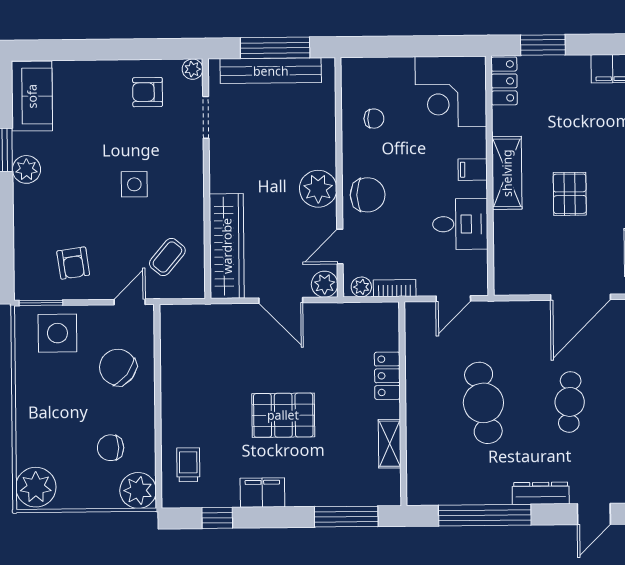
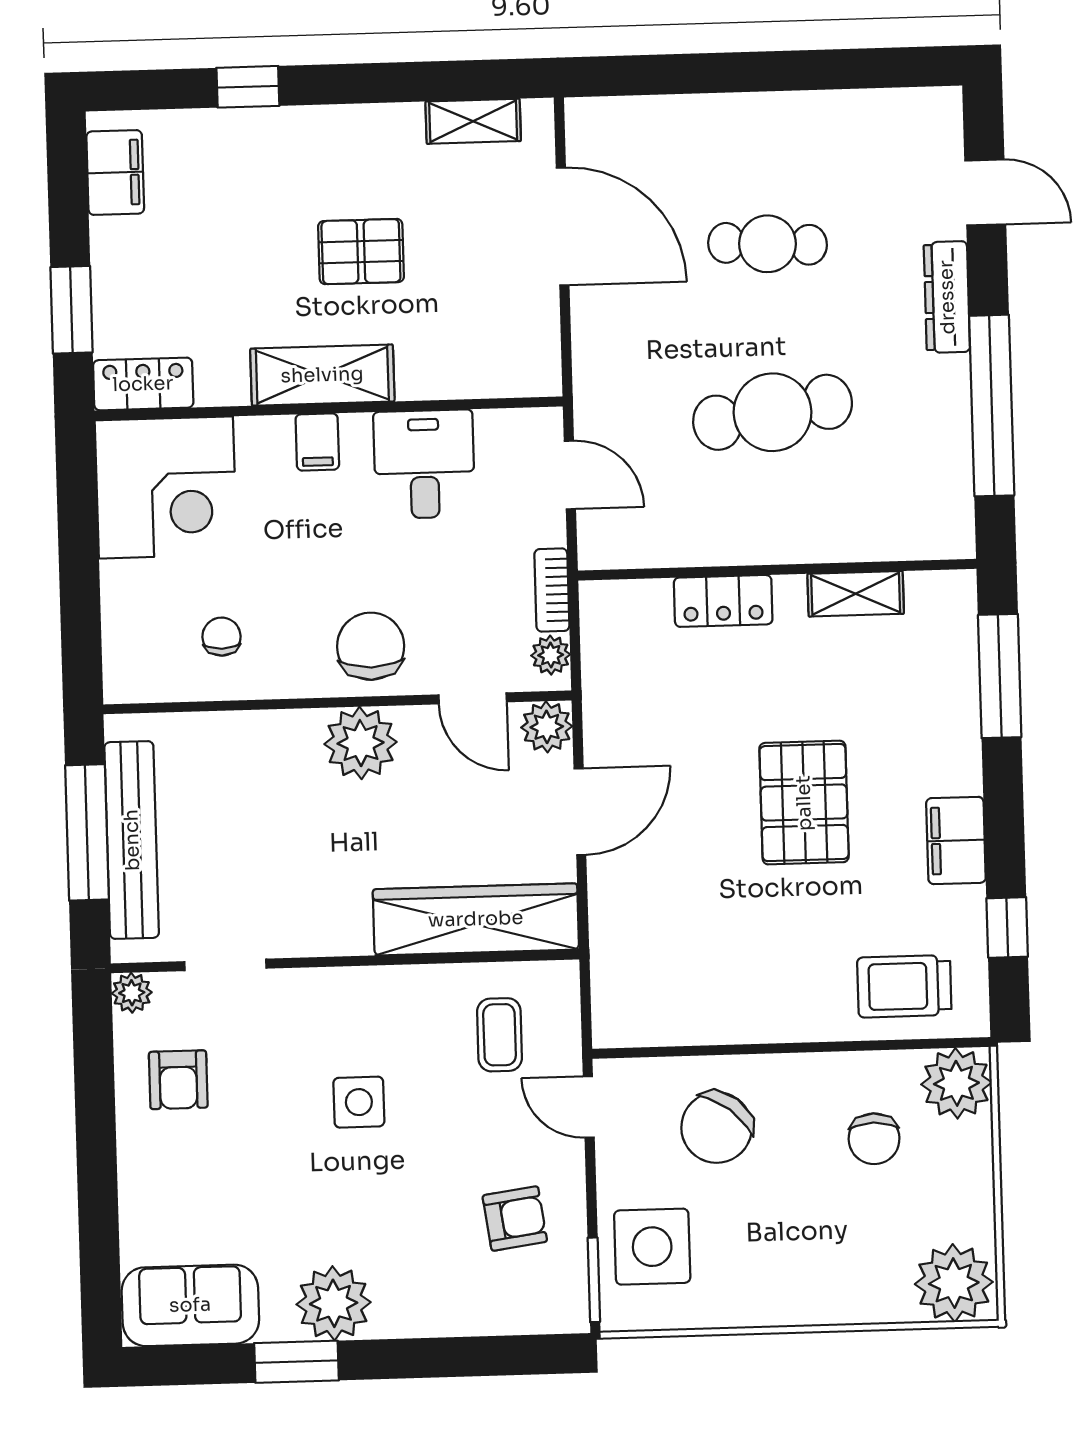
plant: (26, 169) -> (334, 1303), width x1.36, depth x1.36
coffee table: (167, 257) -> (500, 1035), turned 50
trolley: (188, 465) -> (904, 986), width x1.36, depth x1.39

